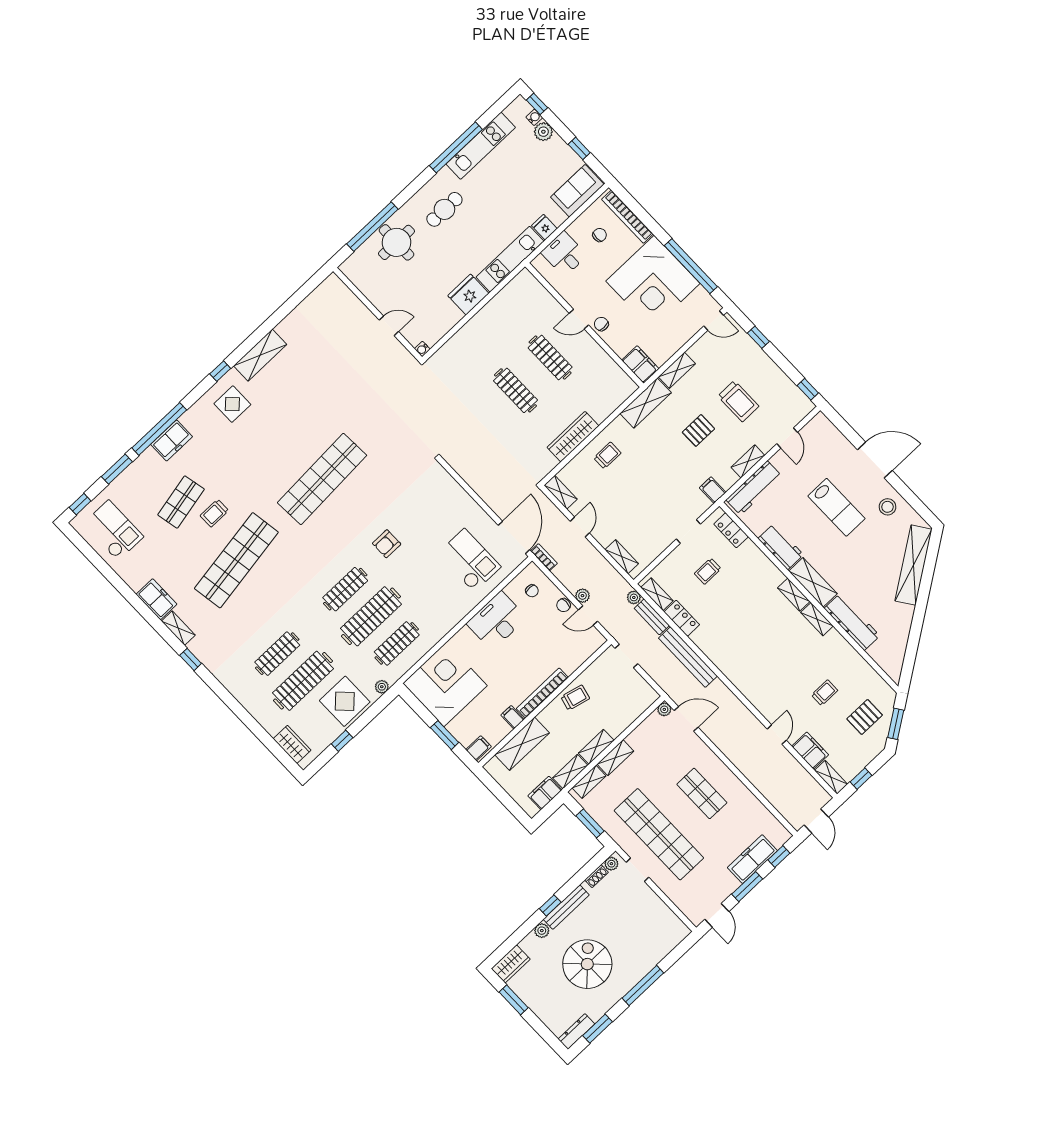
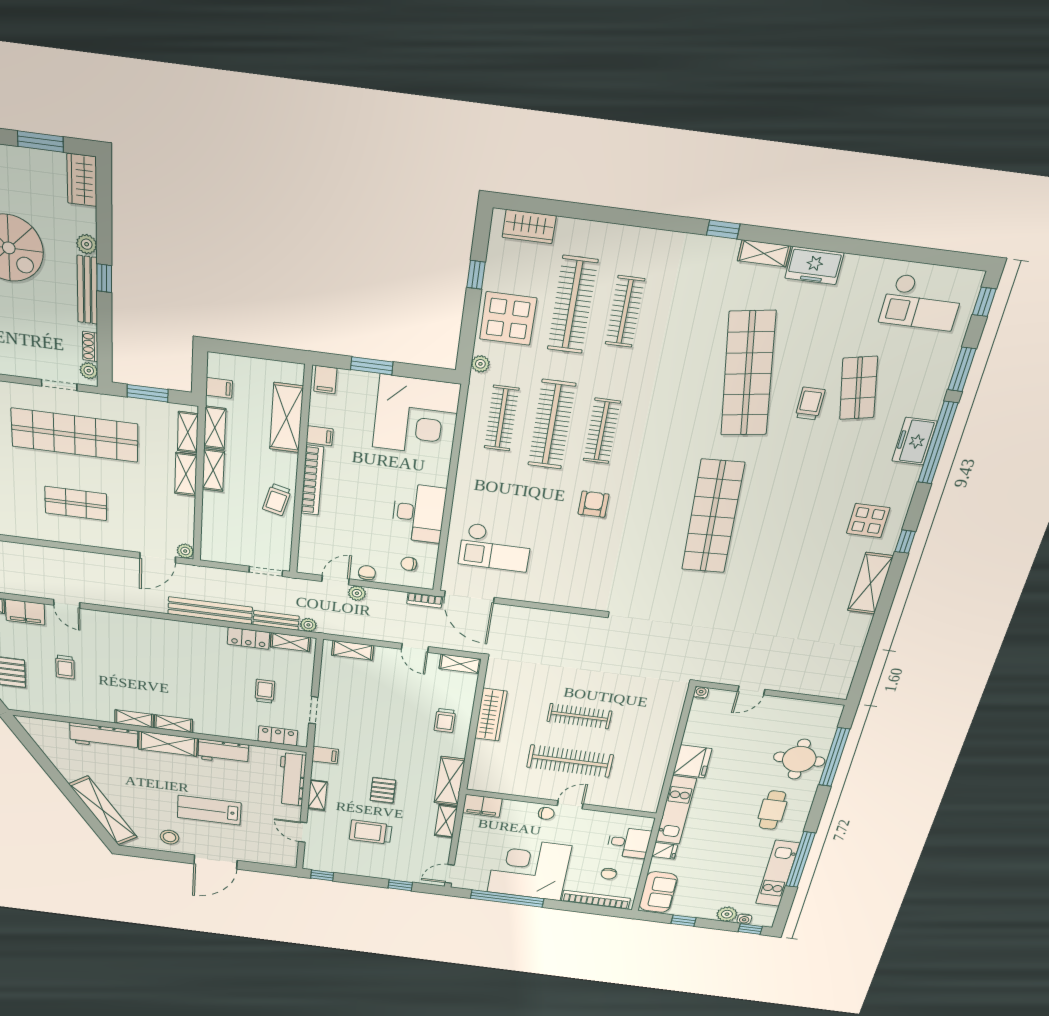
clothes rail: (550, 357) -> (570, 761), width x1.37, depth x1.31
filing cabinet: (545, 793) -> (219, 388), width x0.50

